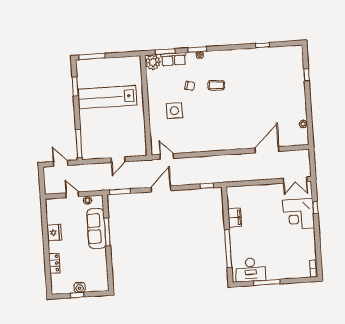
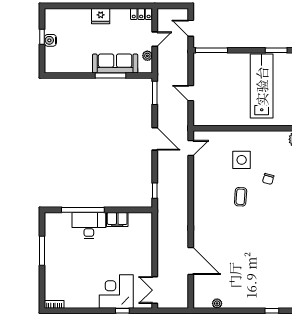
coffee table: (216, 85) -> (241, 197), moved
door: (61, 163) -> (191, 28), swing flipped
fridge: (54, 233) -> (101, 16), moved
locker: (54, 263) -> (141, 14), moved
desk: (250, 270) -> (89, 225), moved, turned 90

